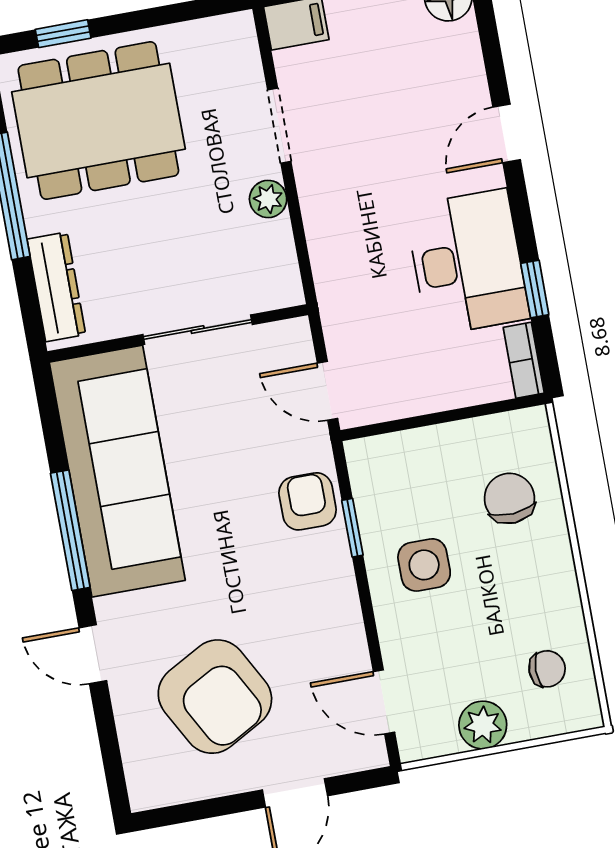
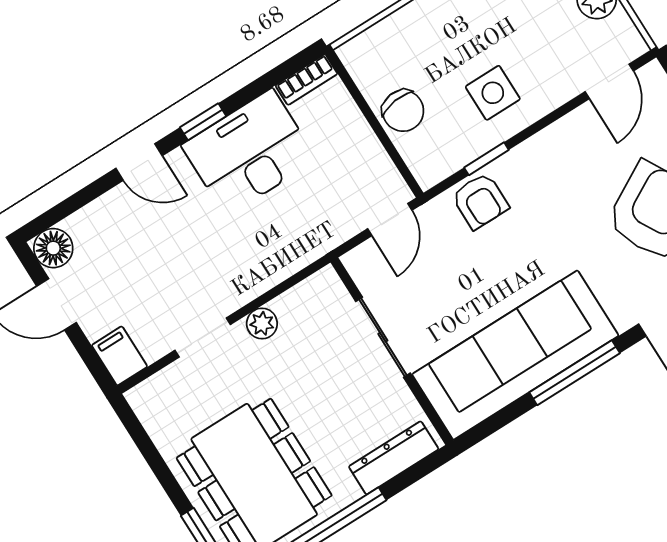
window: (535, 289) -> (203, 122), moved
chair: (509, 498) -> (403, 111), moved, turned -93
armchair: (308, 501) -> (480, 201), turned -90

